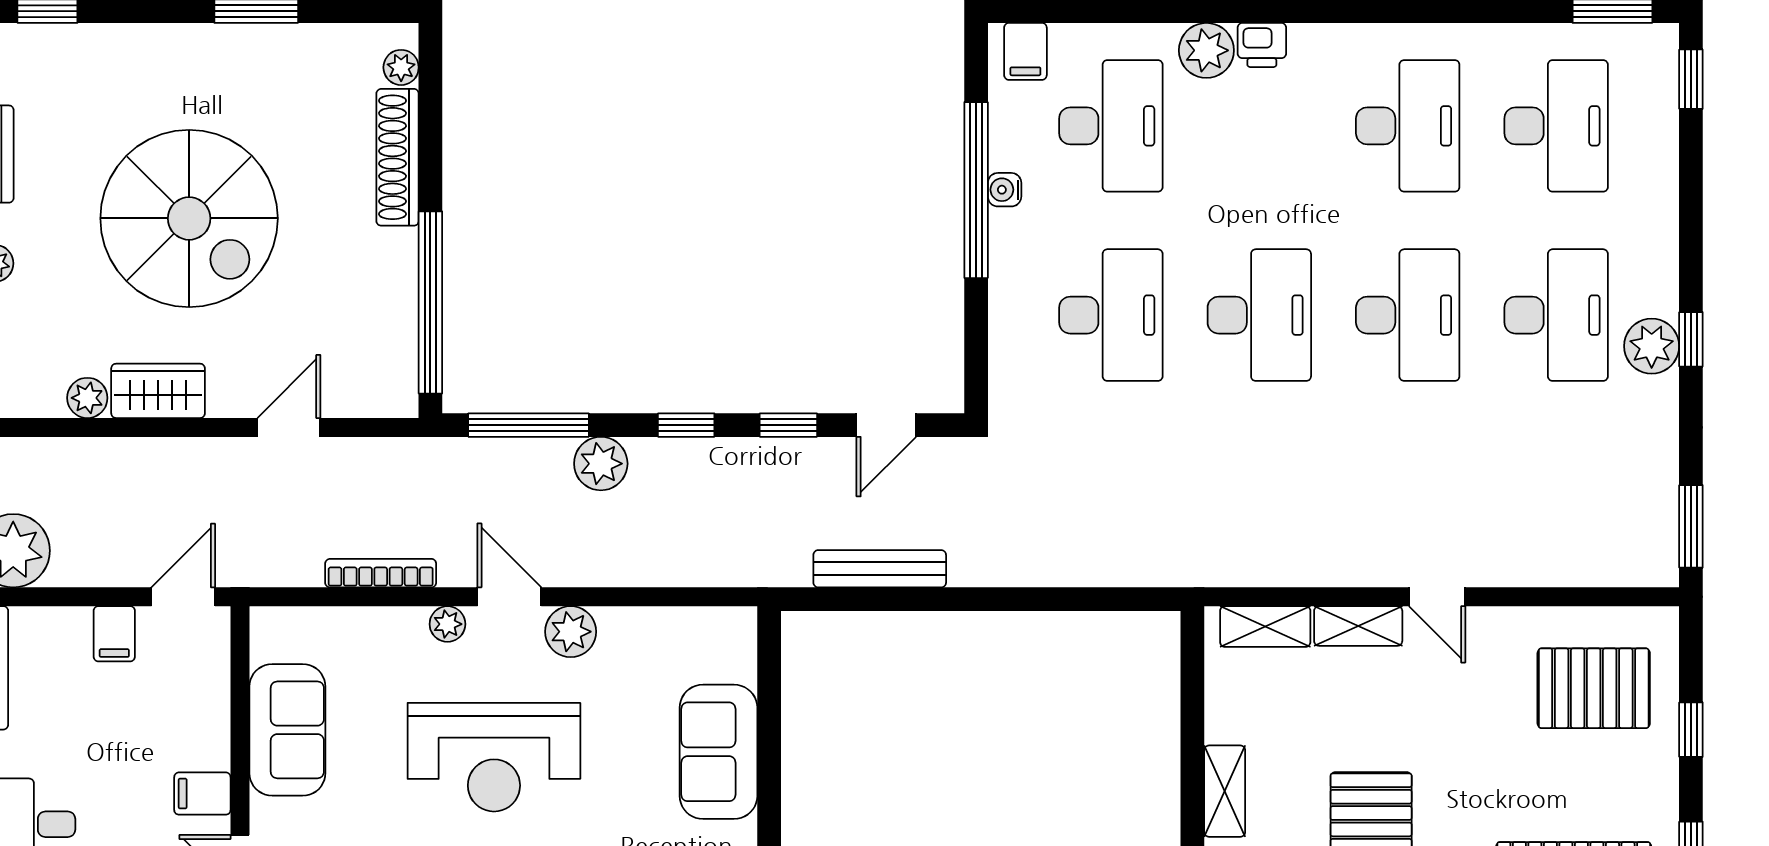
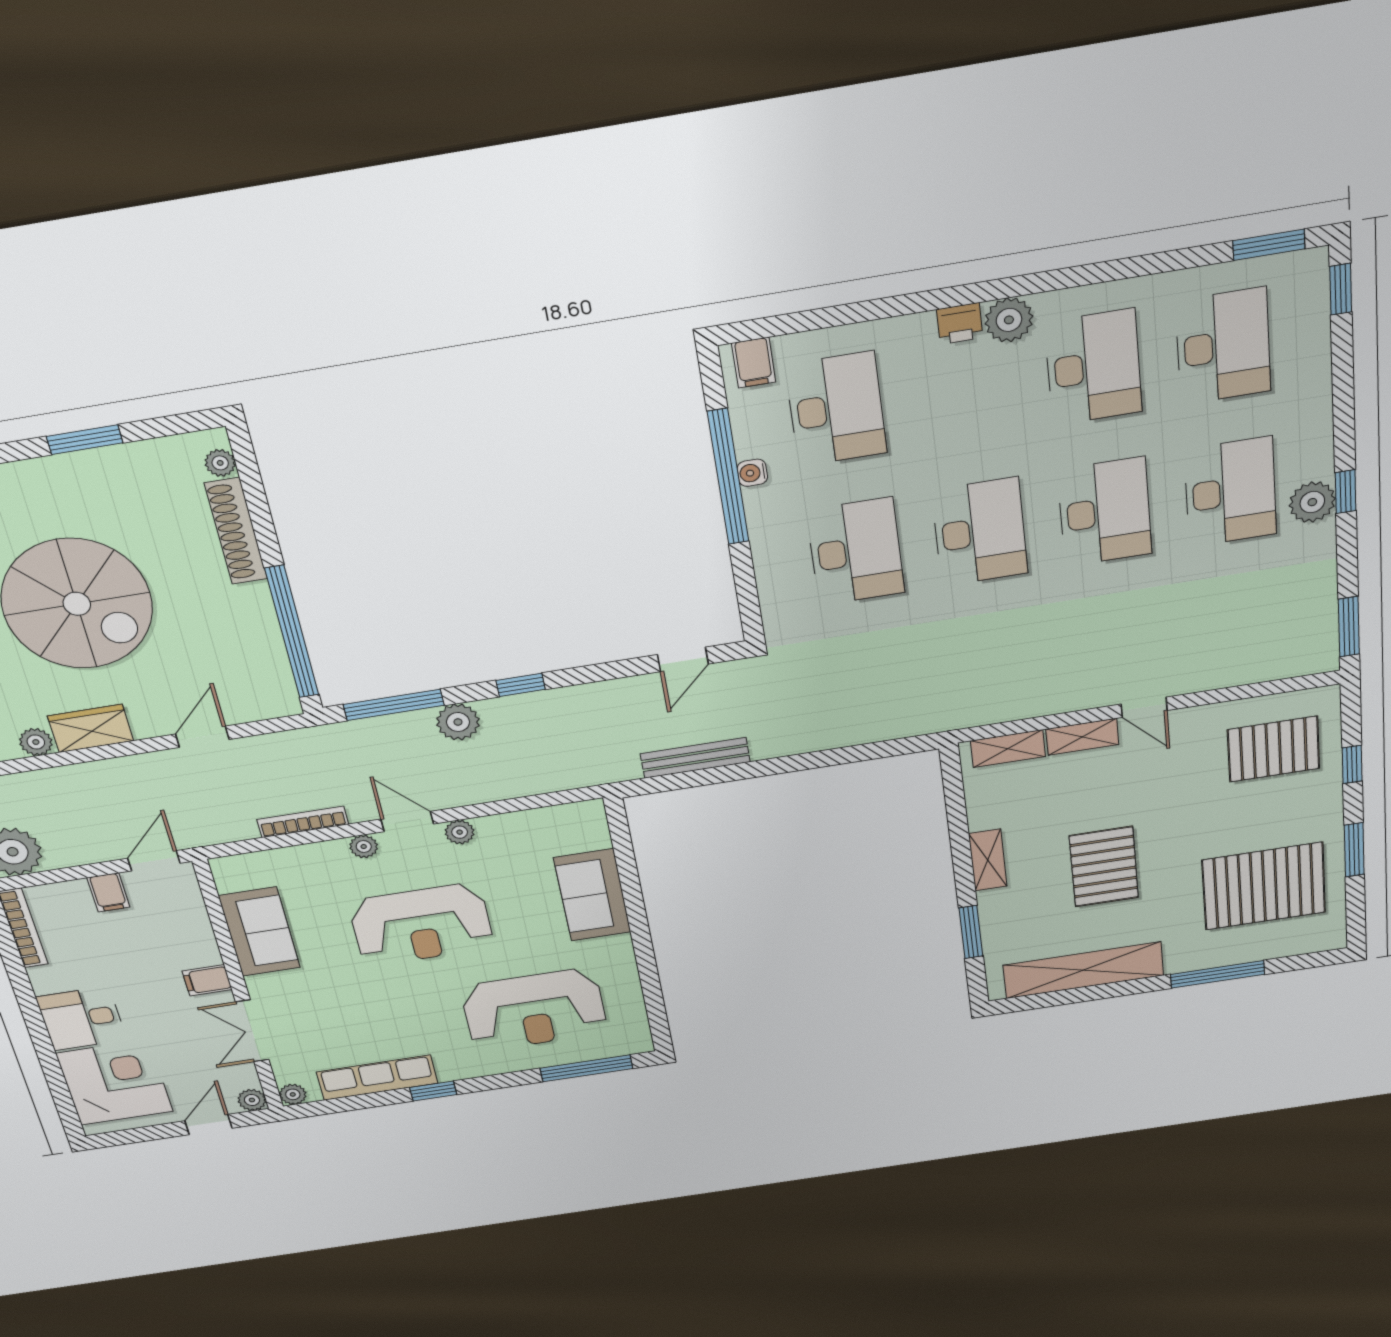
plant: (1206, 50) -> (1009, 320), moved
window: (788, 425) -> (603, 672), removed
plant: (571, 632) -> (460, 832), width x0.73, depth x0.73

